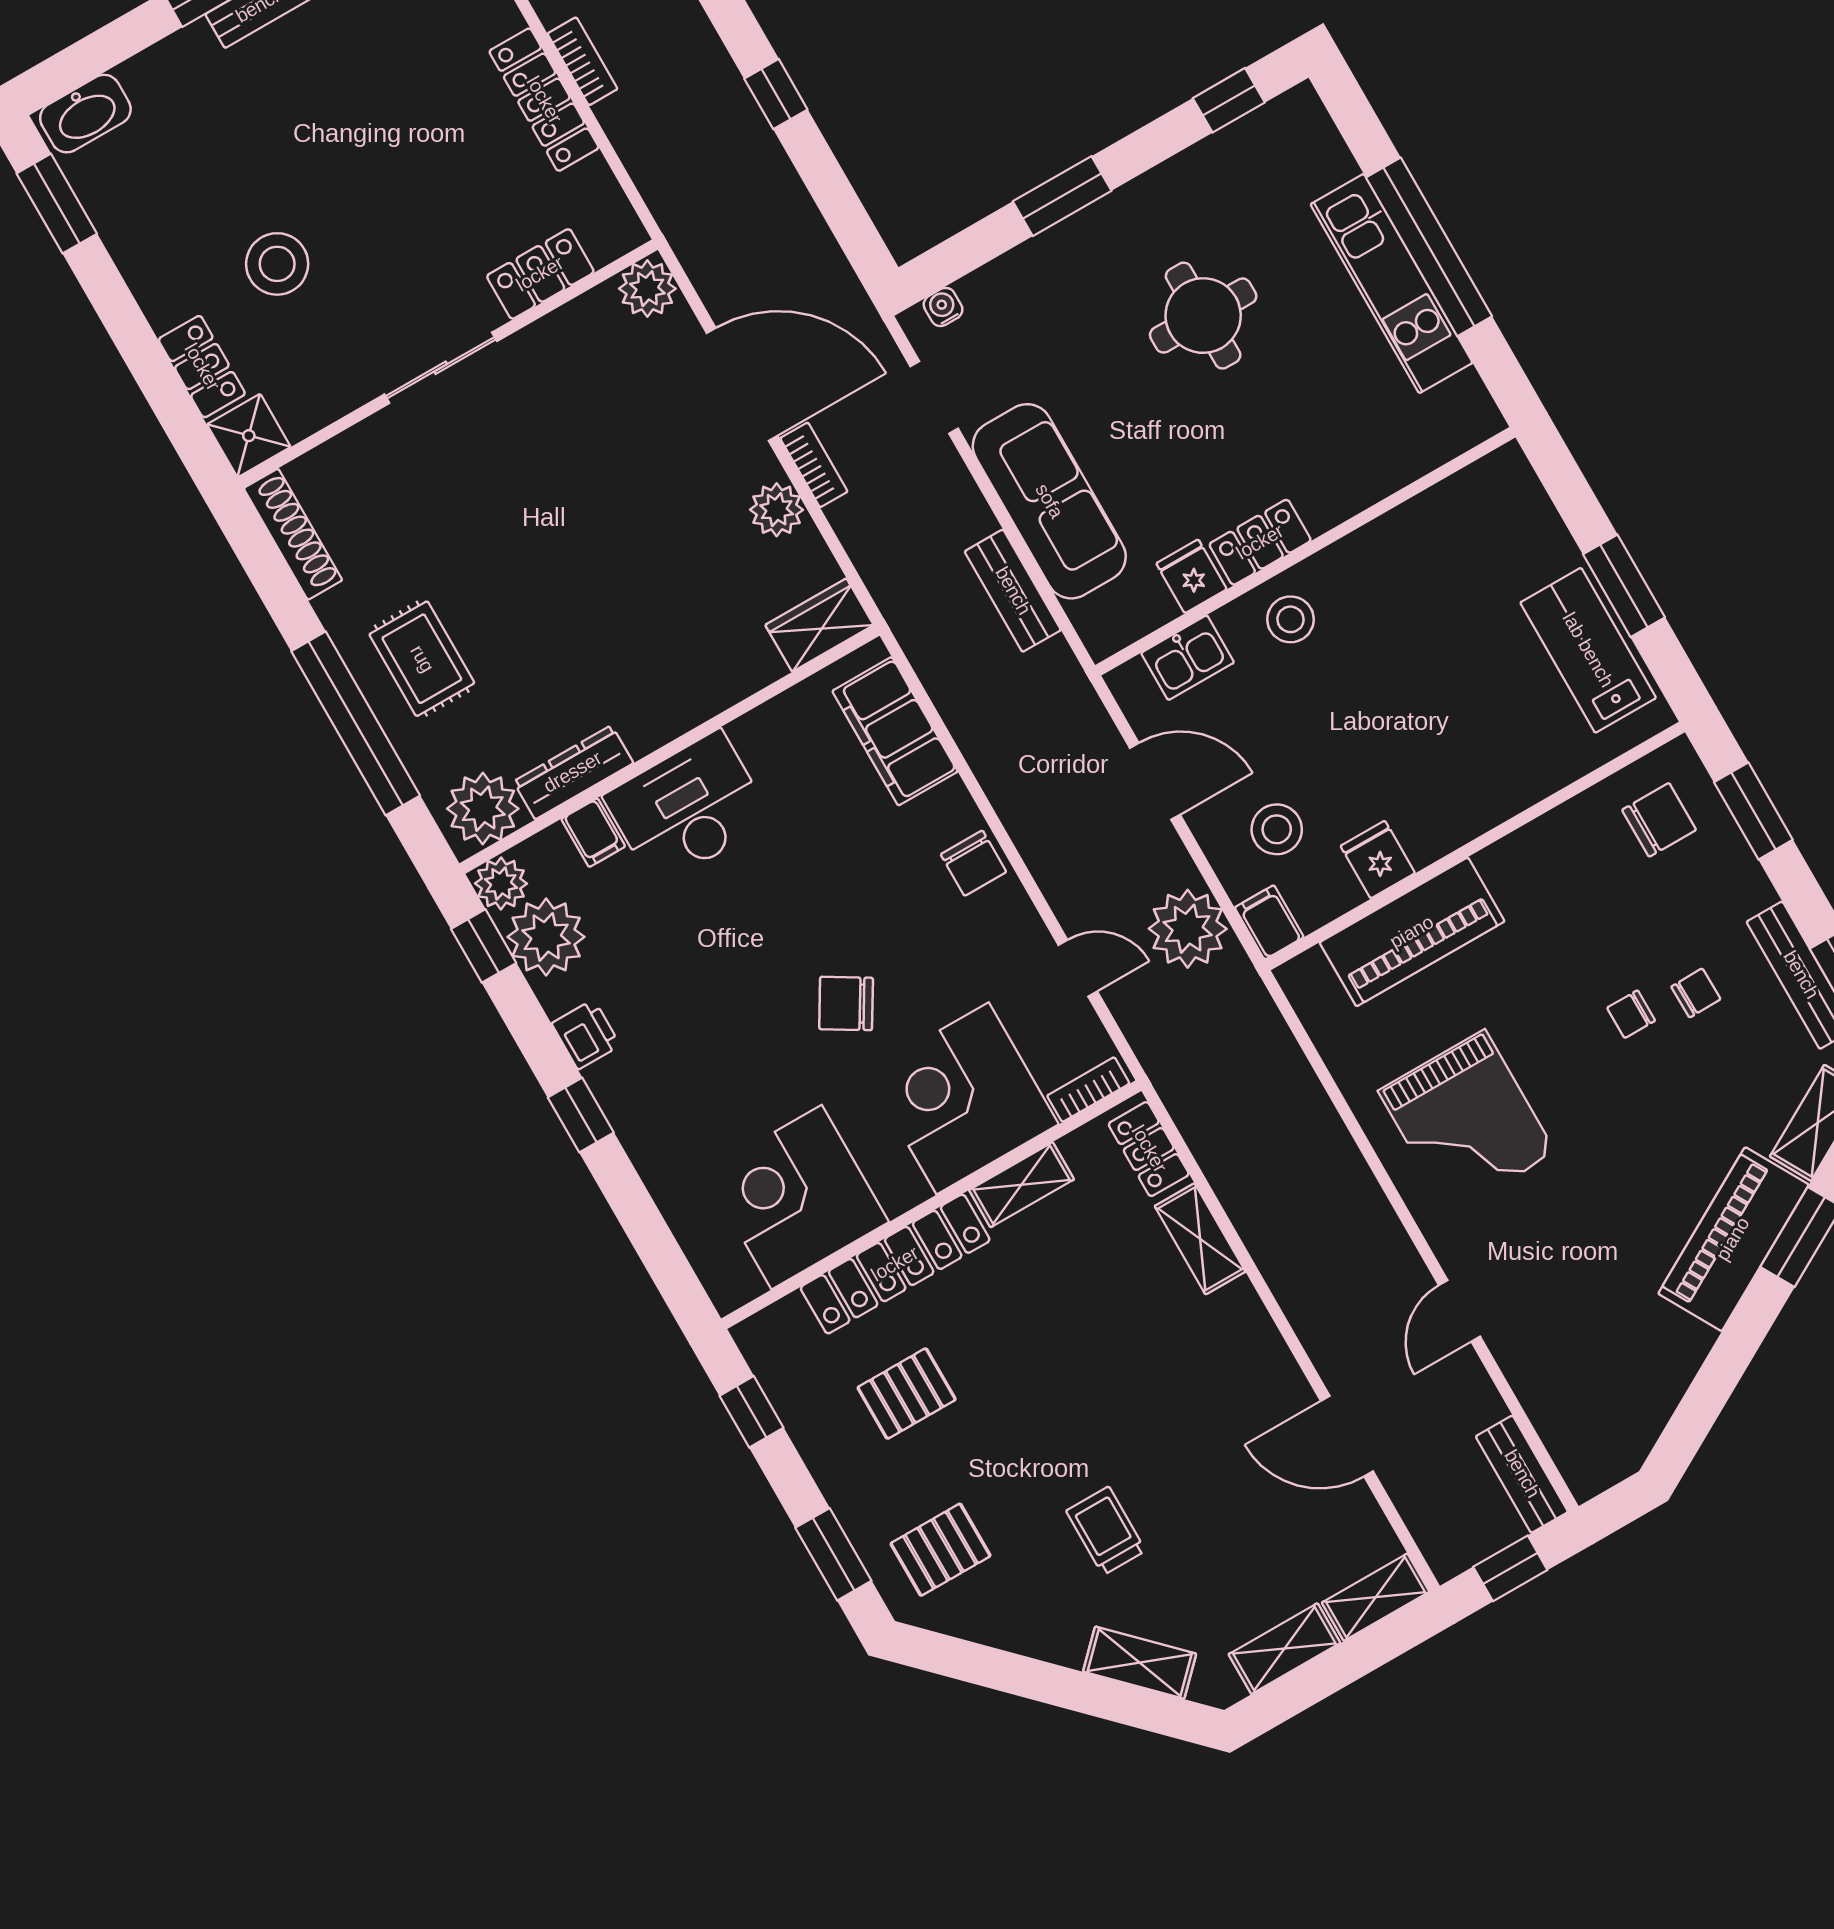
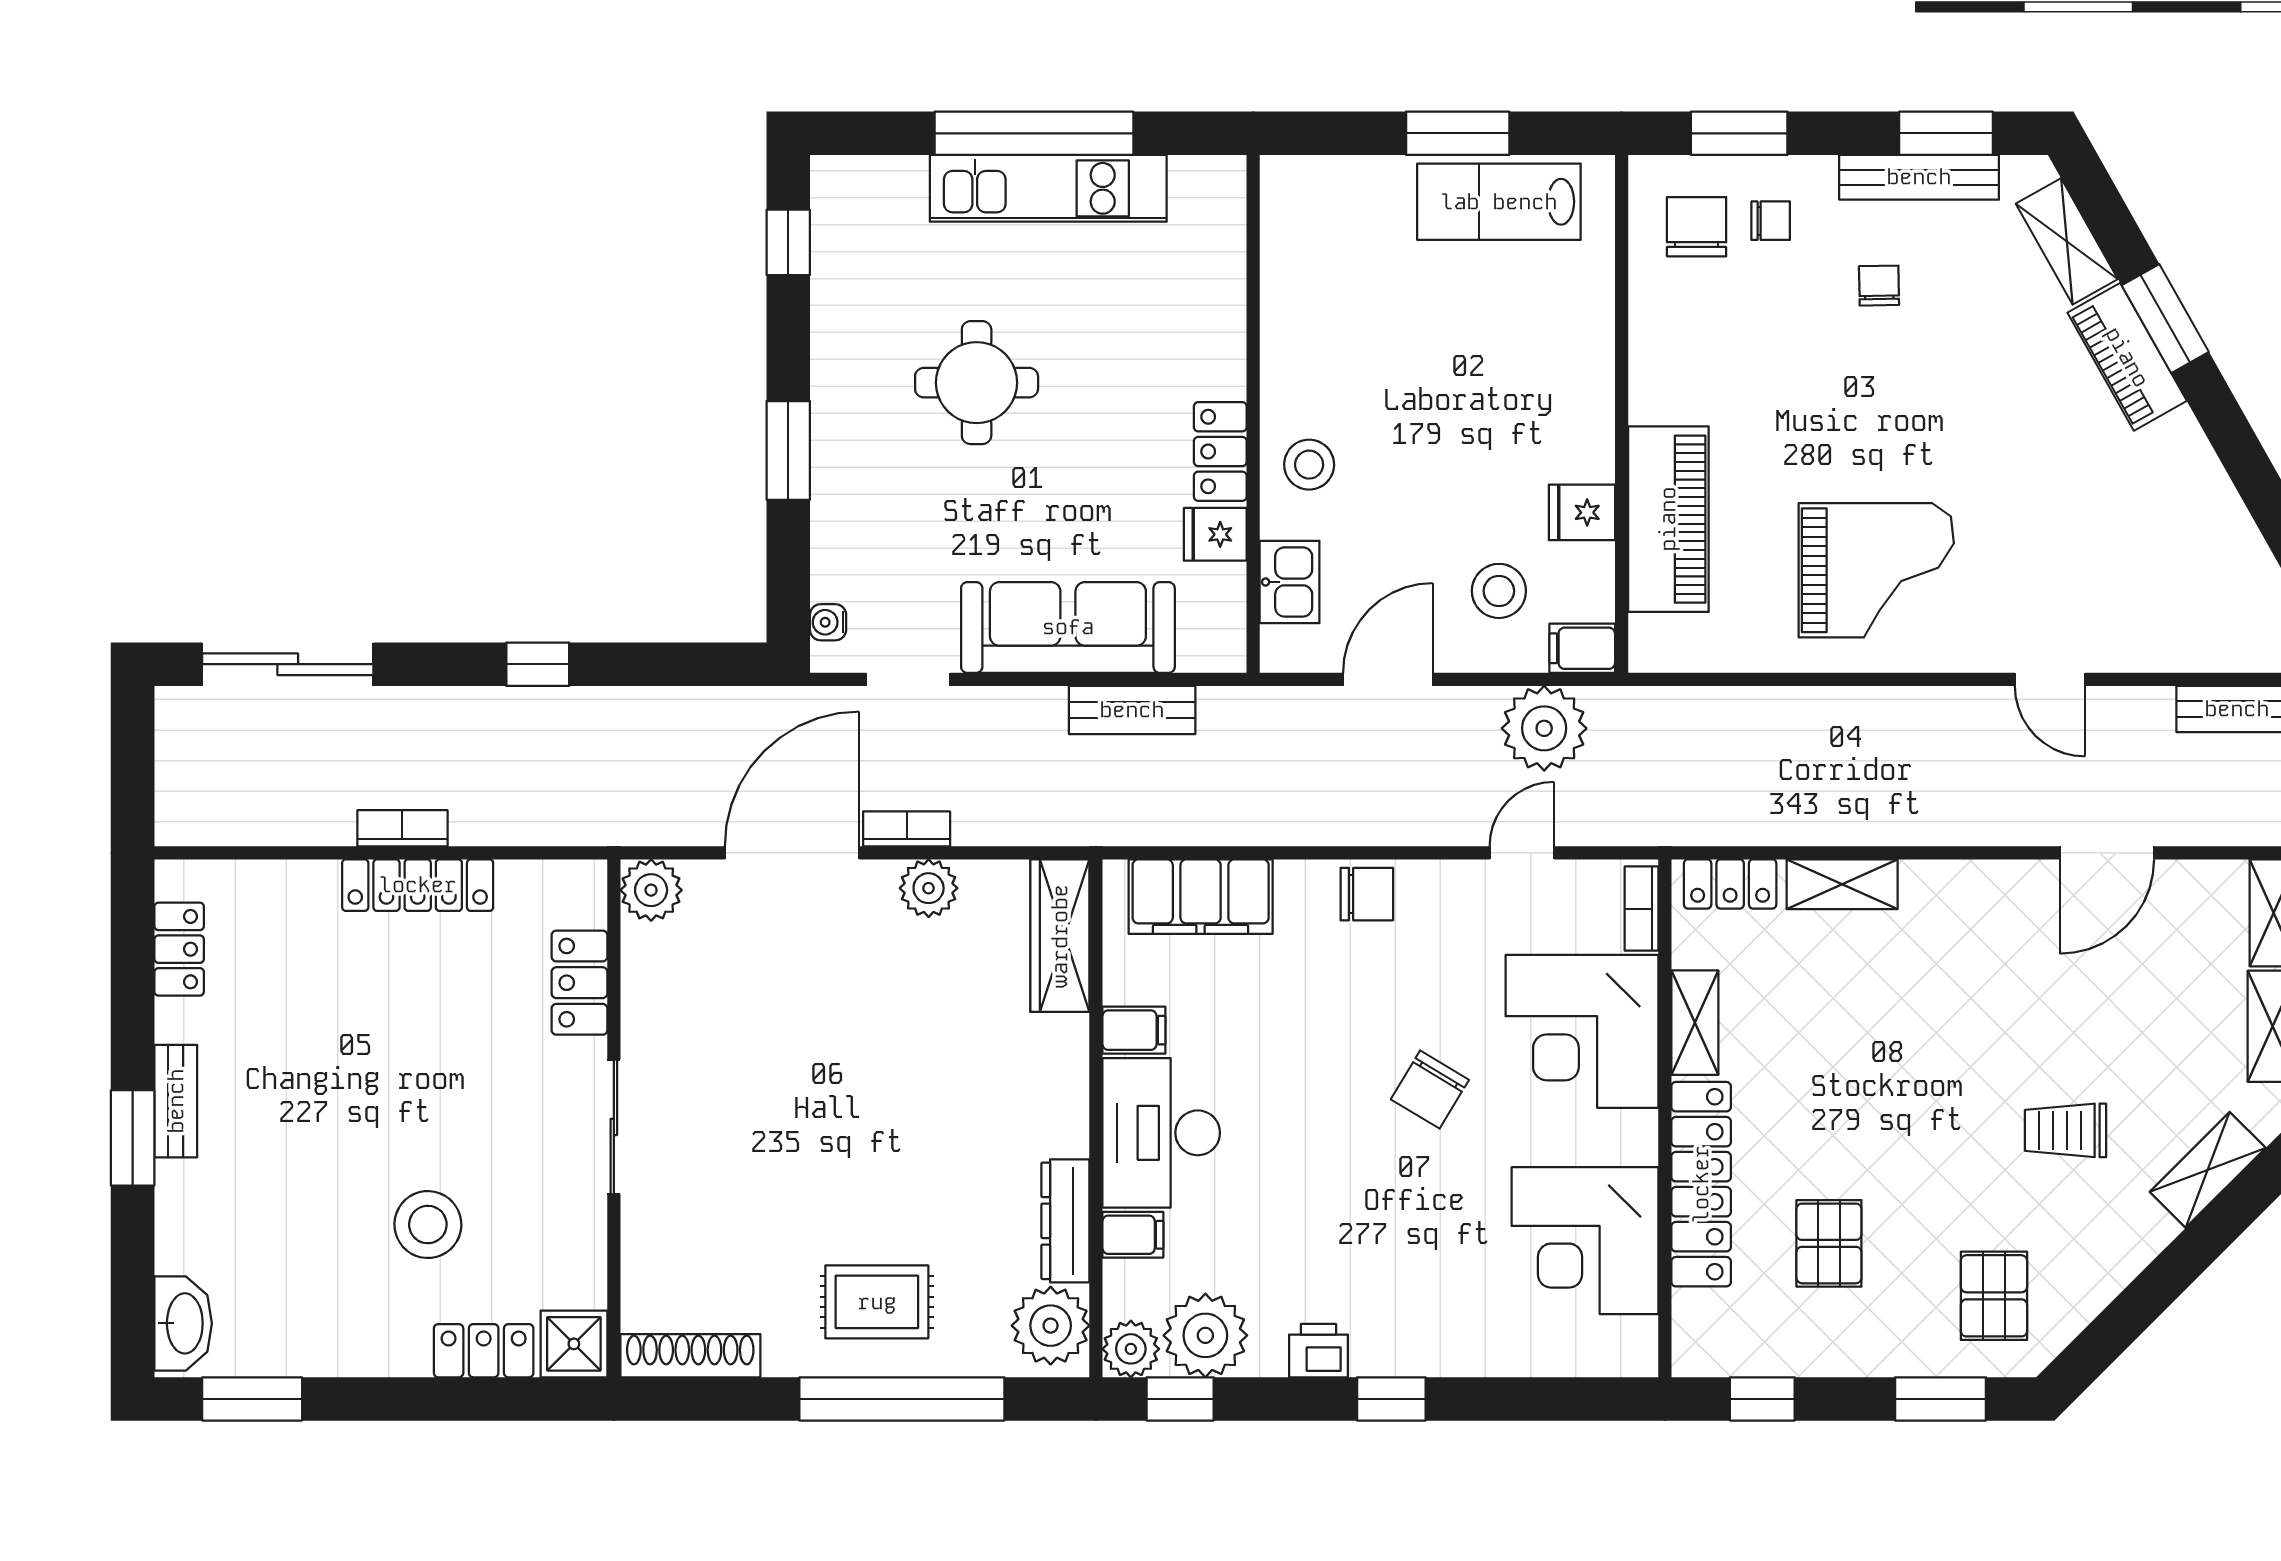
wardrobe: (819, 625) -> (1060, 936), width x1.50
filing cabinet: (757, 739) -> (1134, 1030), added
chair: (1631, 1014) -> (1771, 221), moved, turned -90
piano: (1733, 1239) -> (2127, 357), width x0.73, depth x0.75

